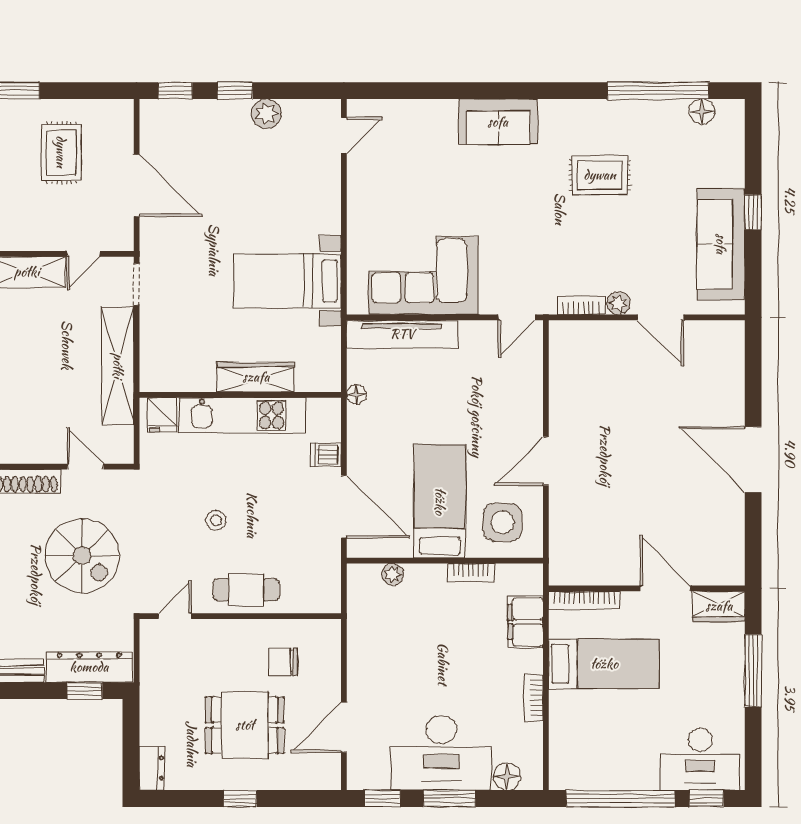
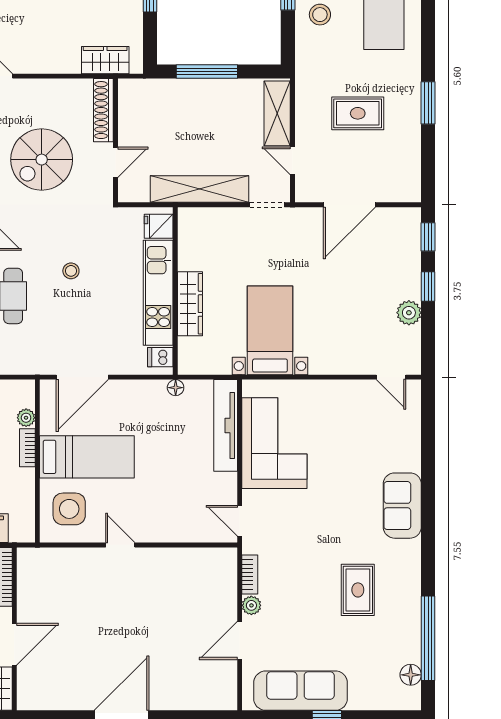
rug: (61, 152) -> (358, 113), moved
dishwasher: (326, 455) -> (160, 357), moved, turned -90
door: (546, 461) -> (120, 545), width x0.73
bookcase: (471, 573) -> (27, 448), moved

